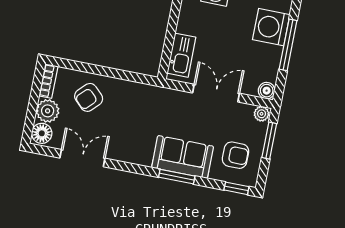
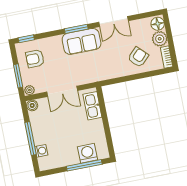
washing machine: (271, 27) -> (41, 151), width x0.53, depth x0.53
sofa: (183, 157) -> (82, 41), moved
double door: (82, 158) -> (113, 21), moved
window: (177, 177) -> (76, 29), moved

